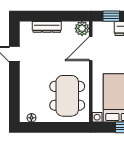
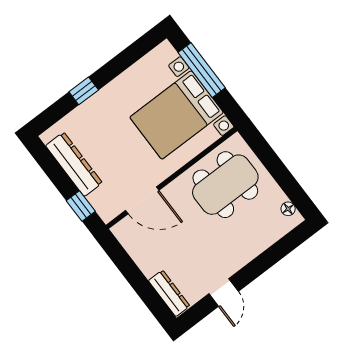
dresser: (47, 27) -> (169, 293), moved
plant: (82, 28) -> (125, 231), removed

